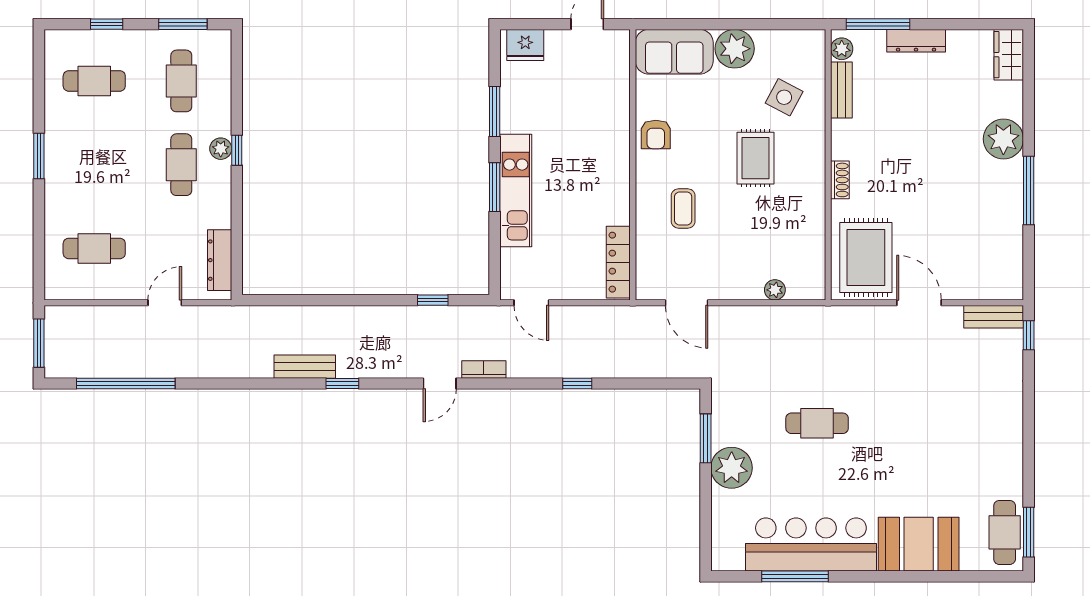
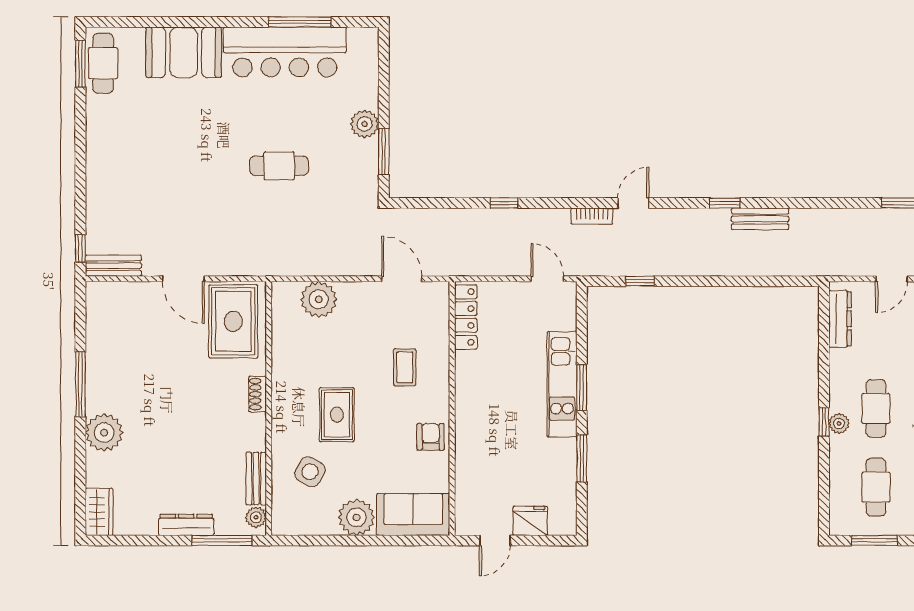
fridge: (525, 45) -> (530, 521), moved
plant: (775, 290) -> (319, 299), width x1.88, depth x1.88
plant: (732, 468) -> (365, 124), width x0.73, depth x0.73

